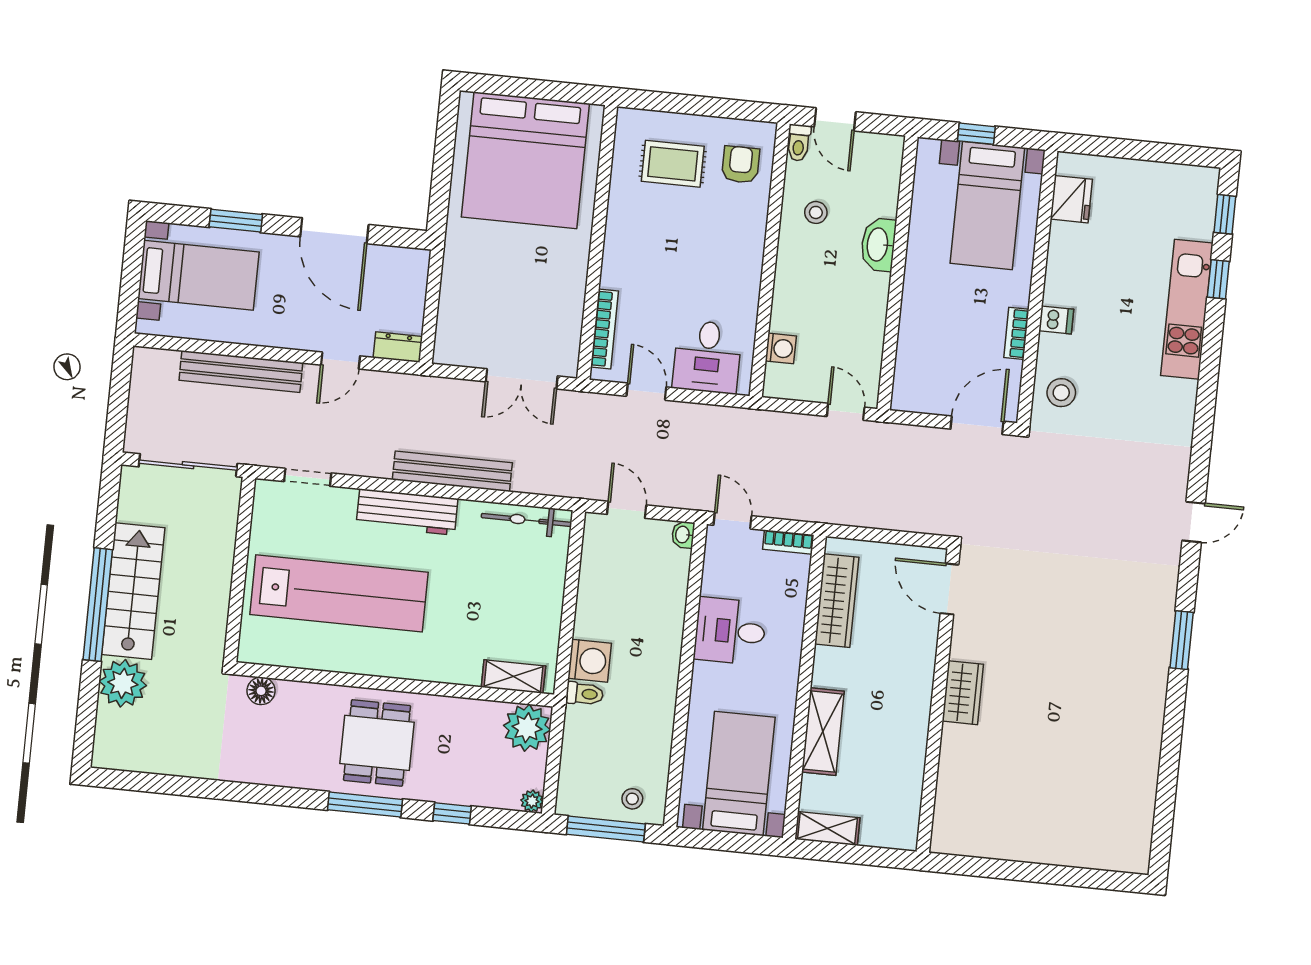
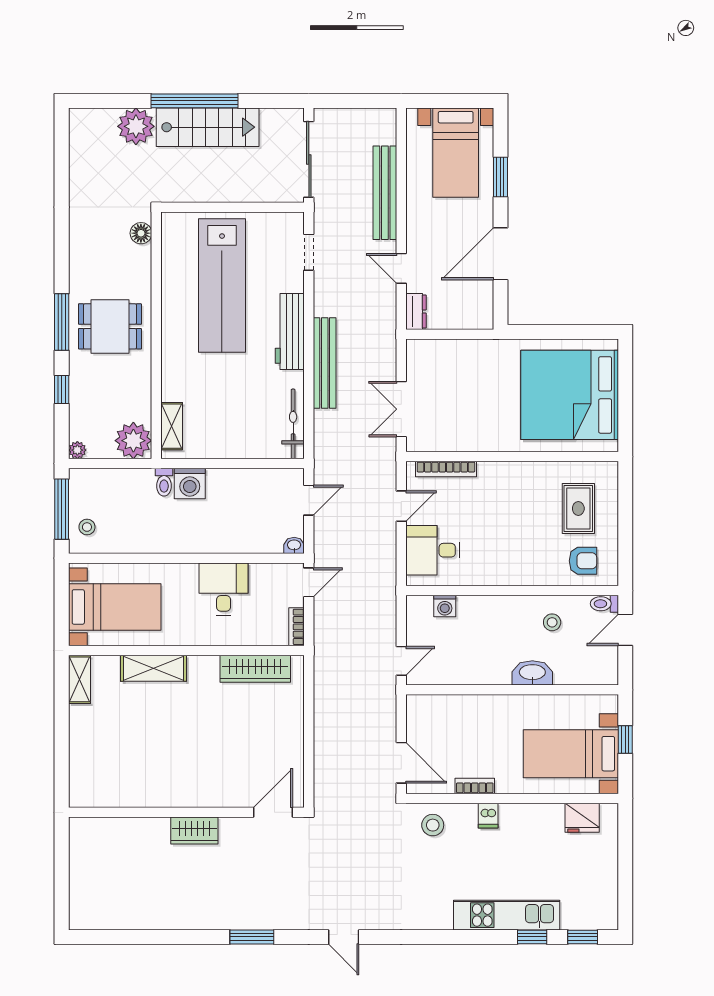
door: (950, 589) -> (273, 812), moved
wardrobe: (963, 693) -> (194, 831), moved
wall: (938, 701) -> (186, 812), moved

